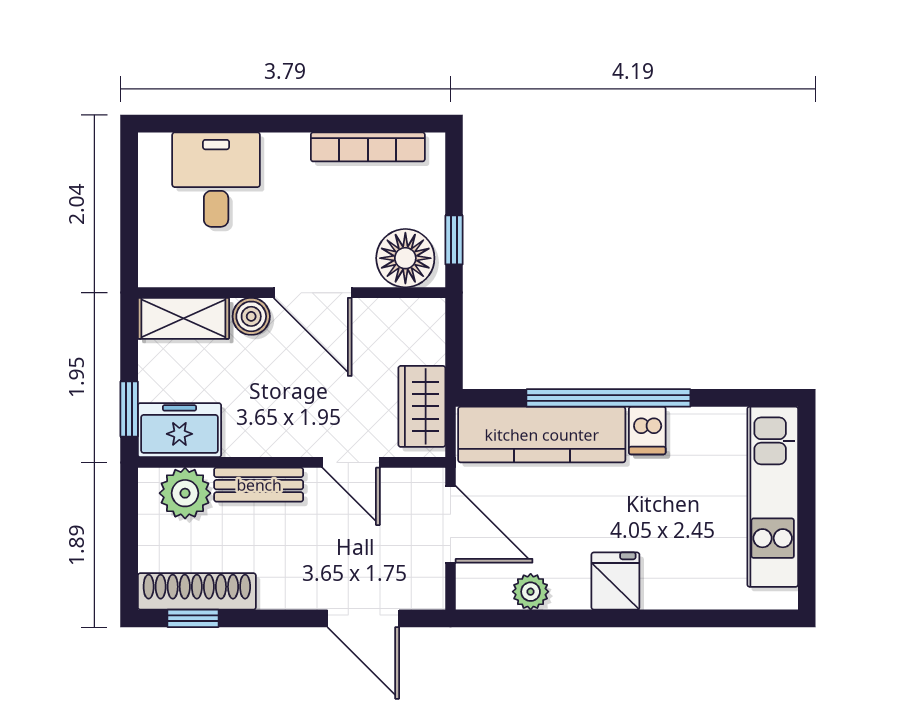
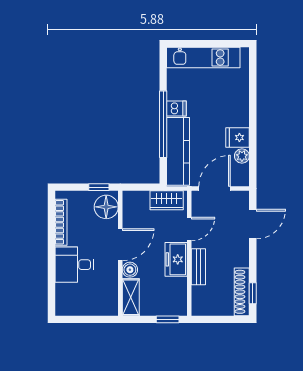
desk: (216, 180) -> (74, 265), moved
freezer: (179, 430) -> (176, 259), moved
plant: (185, 493) -> (202, 297), removed
fridge: (615, 581) -> (238, 138), moved

